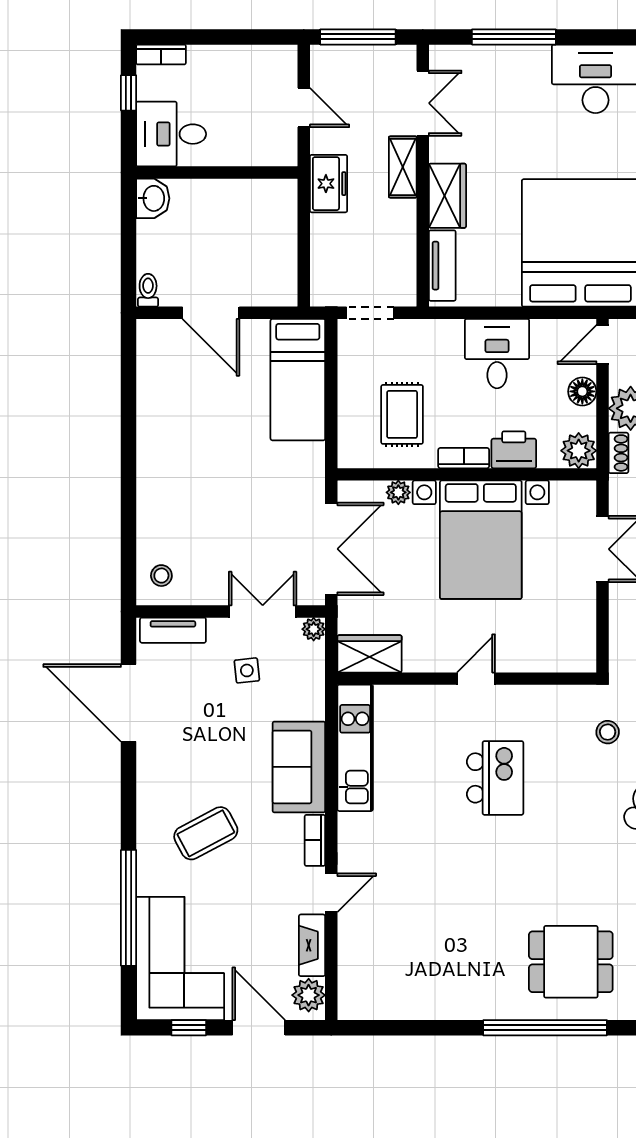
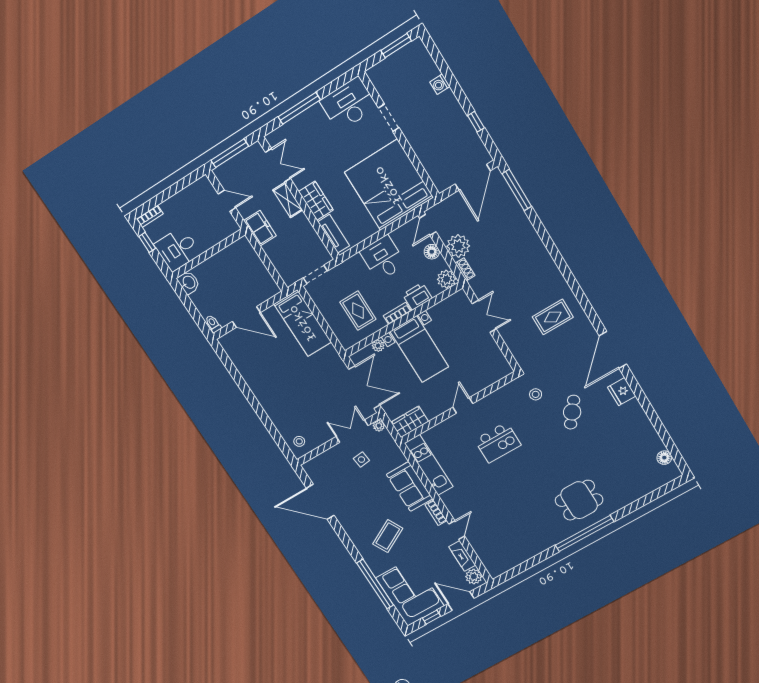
bed with nightstands: (481, 540) -> (419, 349), width x0.73
tv unit: (173, 630) -> (319, 461), removed
kitchen island: (495, 778) -> (498, 442), turned 90

